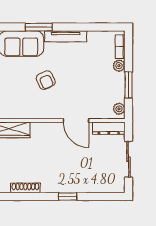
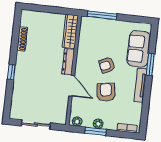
plant: (119, 66) -> (98, 124), moved
armchair: (79, 77) -> (106, 92), added
door: (76, 120) -> (72, 86), swing flipped
dresser: (109, 128) -> (68, 62), moved

